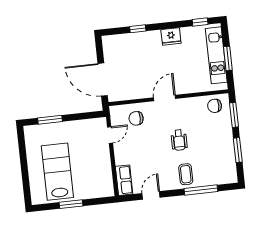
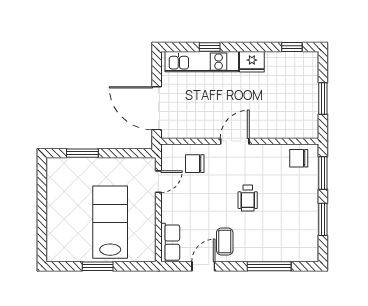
kitchen unit: (216, 55) -> (202, 62), moved, turned -90
lab bench: (57, 172) -> (110, 222), moved
coffee table: (186, 174) -> (225, 242), moved

